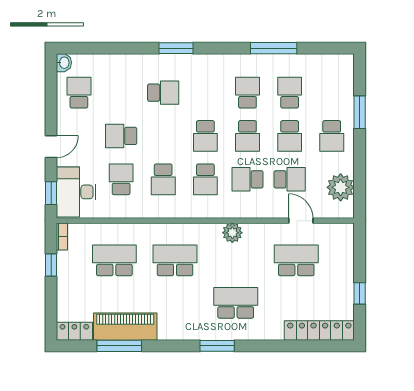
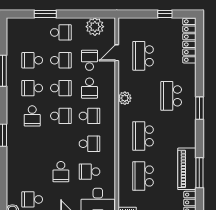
school desk: (163, 93) -> (32, 116), moved, turned 180

